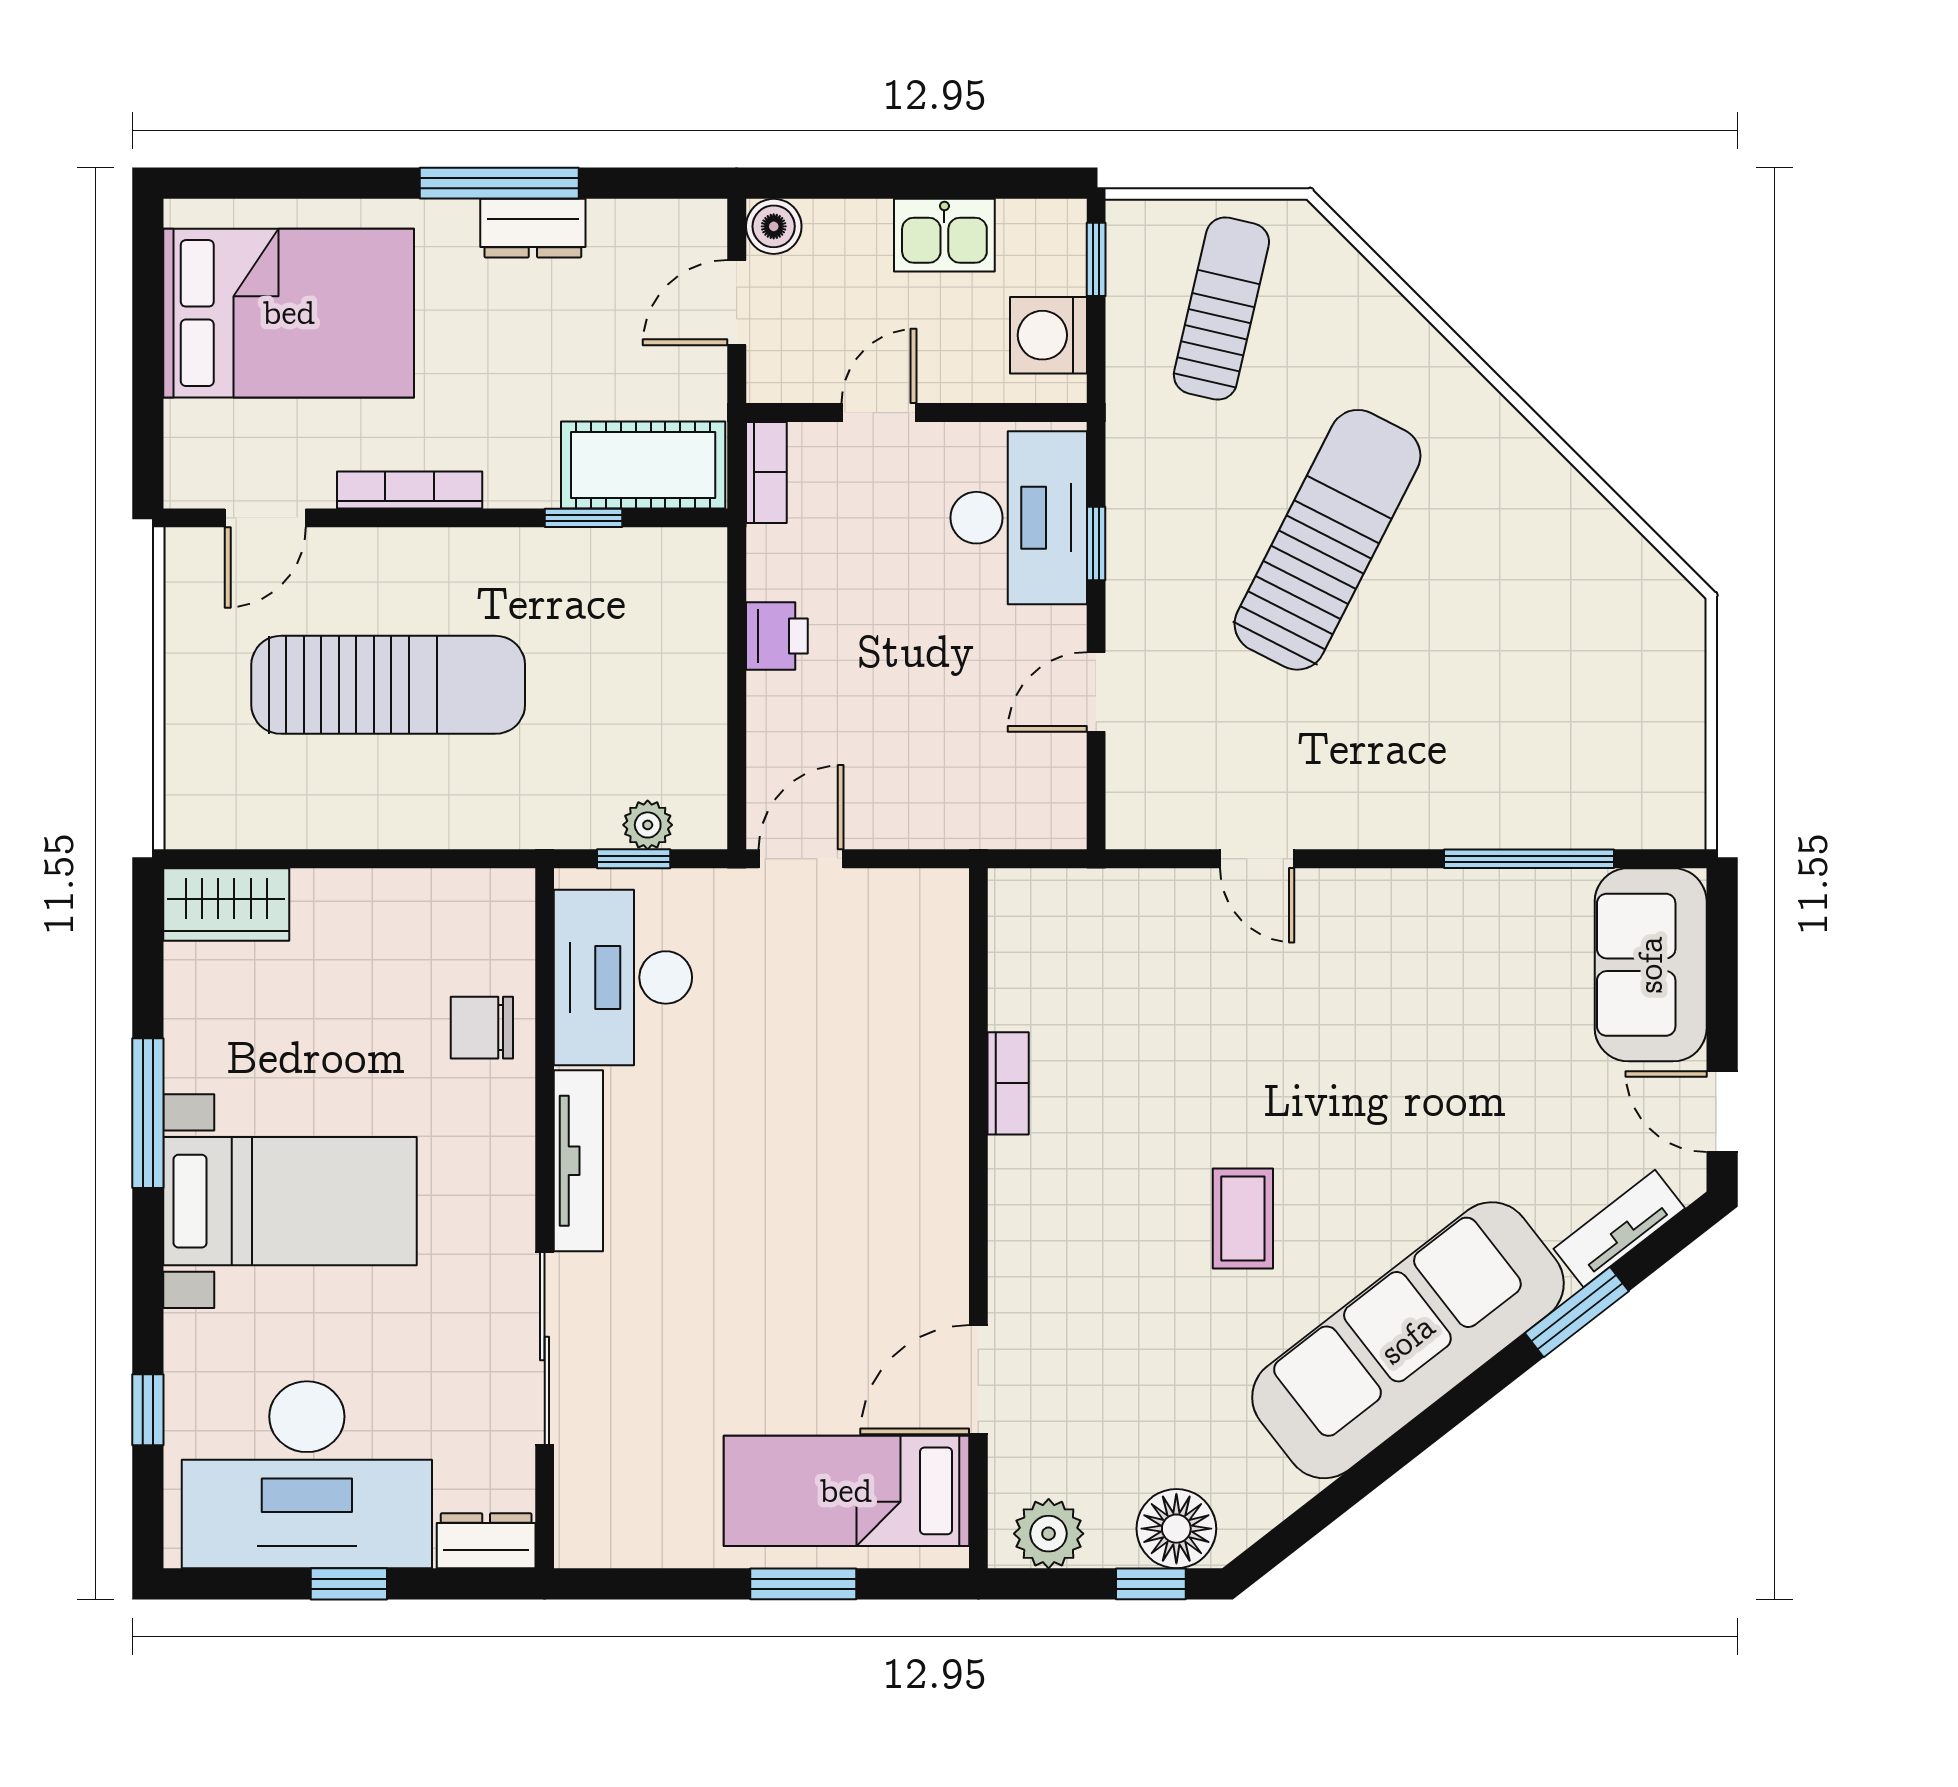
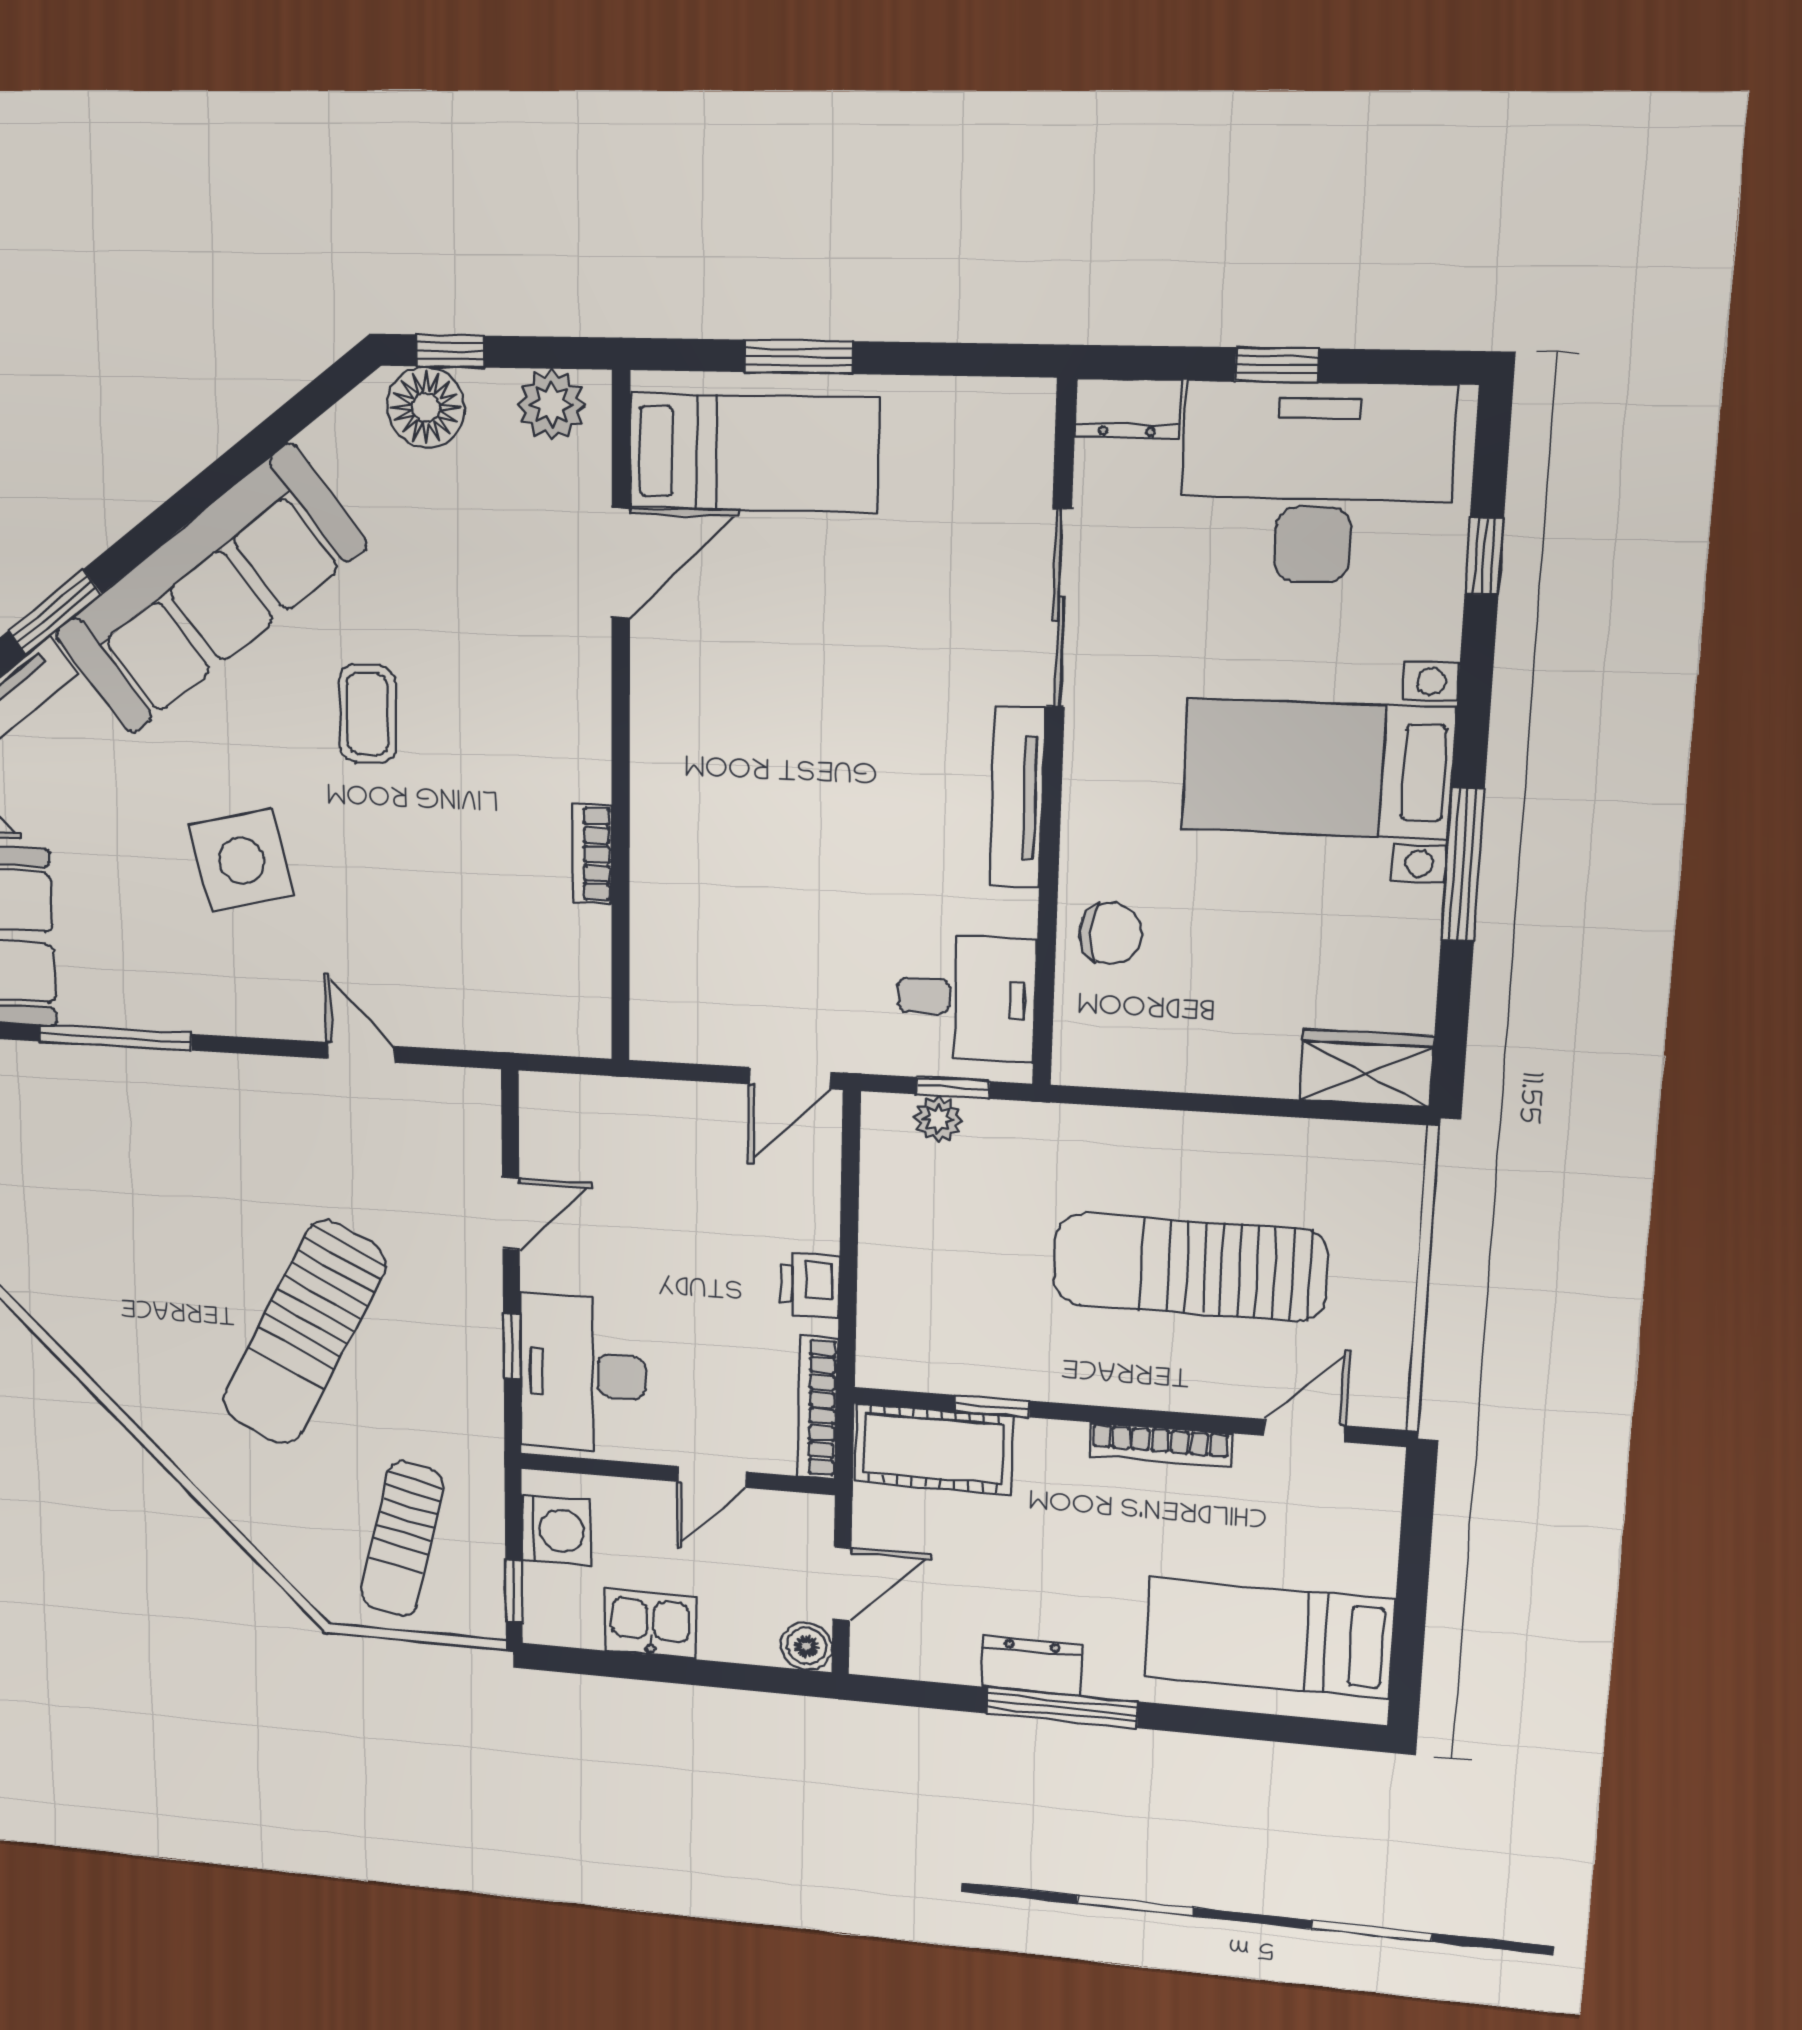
bed: (289, 313) -> (1269, 1638), width x0.67
bookcase: (766, 472) -> (818, 1407), width x1.56
desk: (623, 977) -> (966, 998), width x0.73
side table: (1382, 1059) -> (242, 860), added

